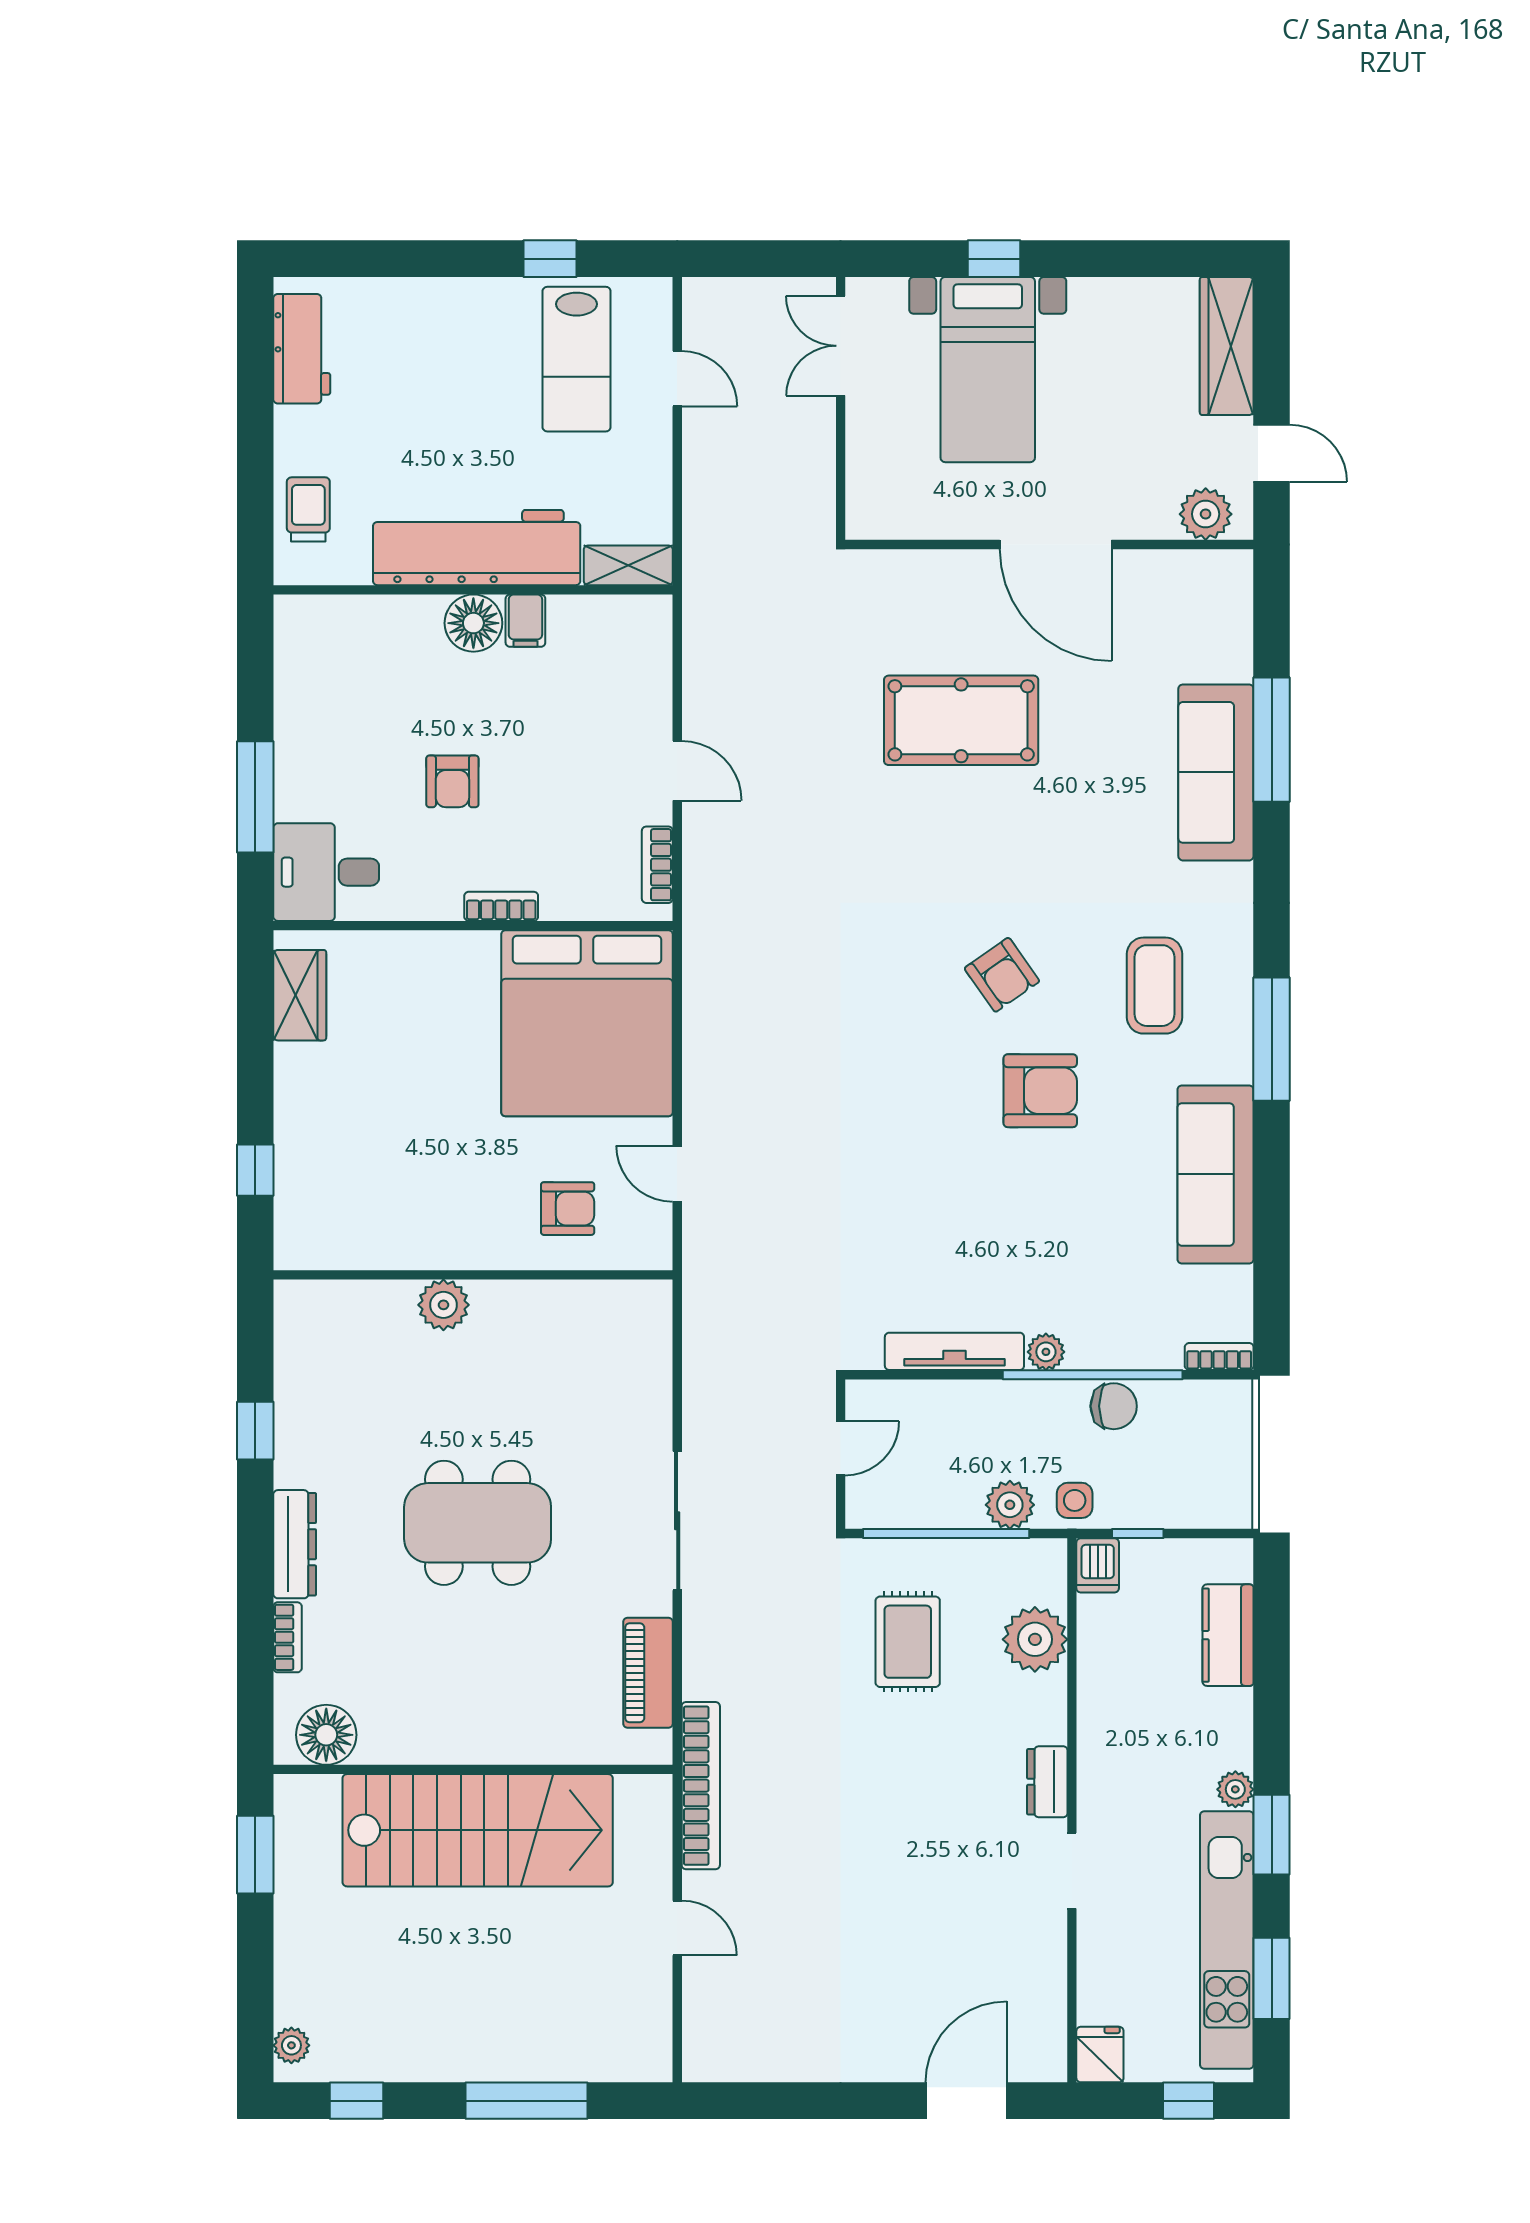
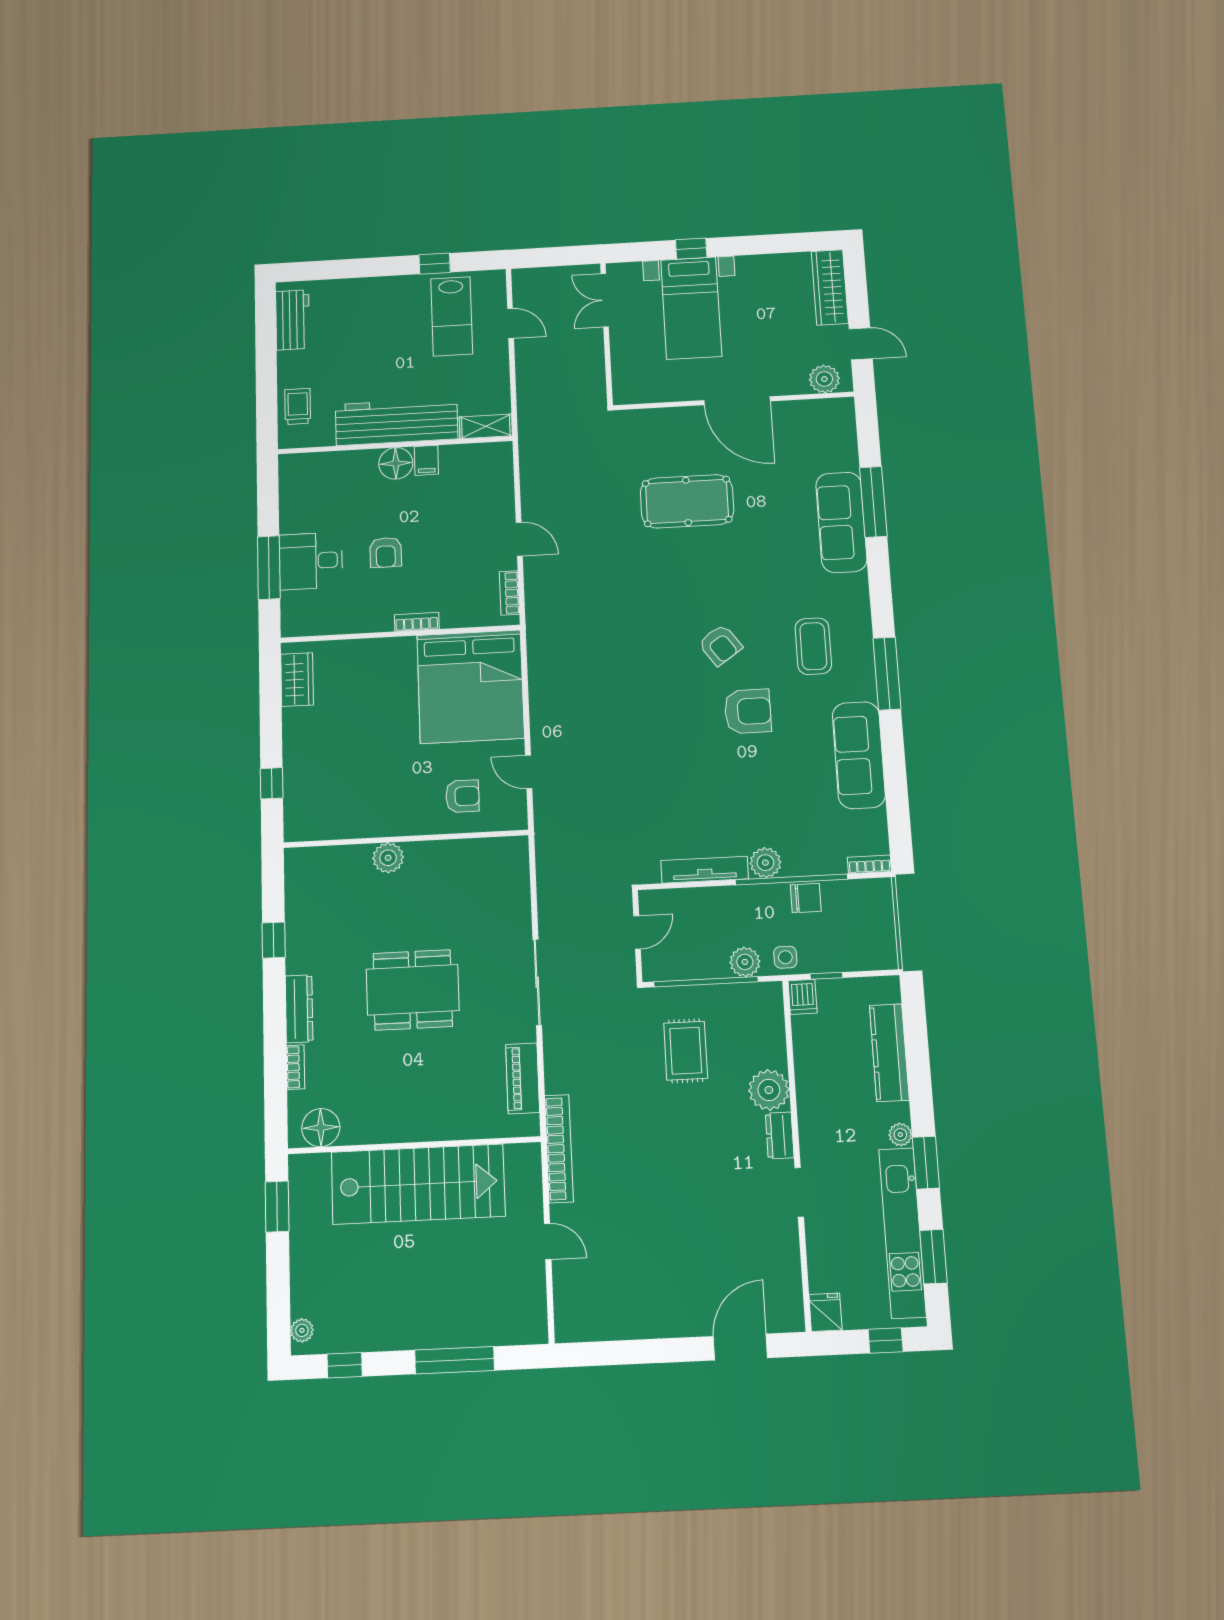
desk: (326, 872) -> (311, 561), moved
plant: (1046, 1352) -> (765, 863), width x1.38, depth x1.38
kitchen counter: (1228, 1635) -> (889, 1053), width x1.50
plant: (1035, 1639) -> (769, 1090), moved

